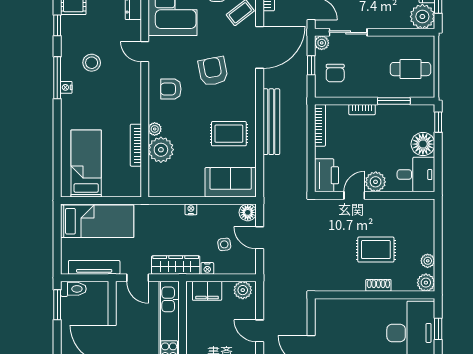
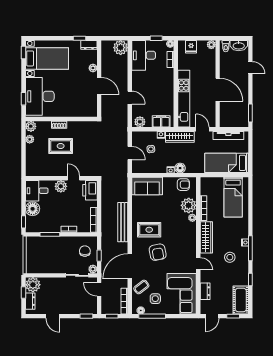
cafe table: (410, 69) -> (40, 253), removed
armchair: (171, 89) -> (183, 185), moved
wardrobe: (131, 96) -> (206, 237), added
rug: (229, 134) -> (149, 230), moved
door: (354, 195) -> (73, 178), swing flipped
floor lamp: (248, 212) -> (180, 168), moved
toilet: (73, 289) -> (241, 123), removed

